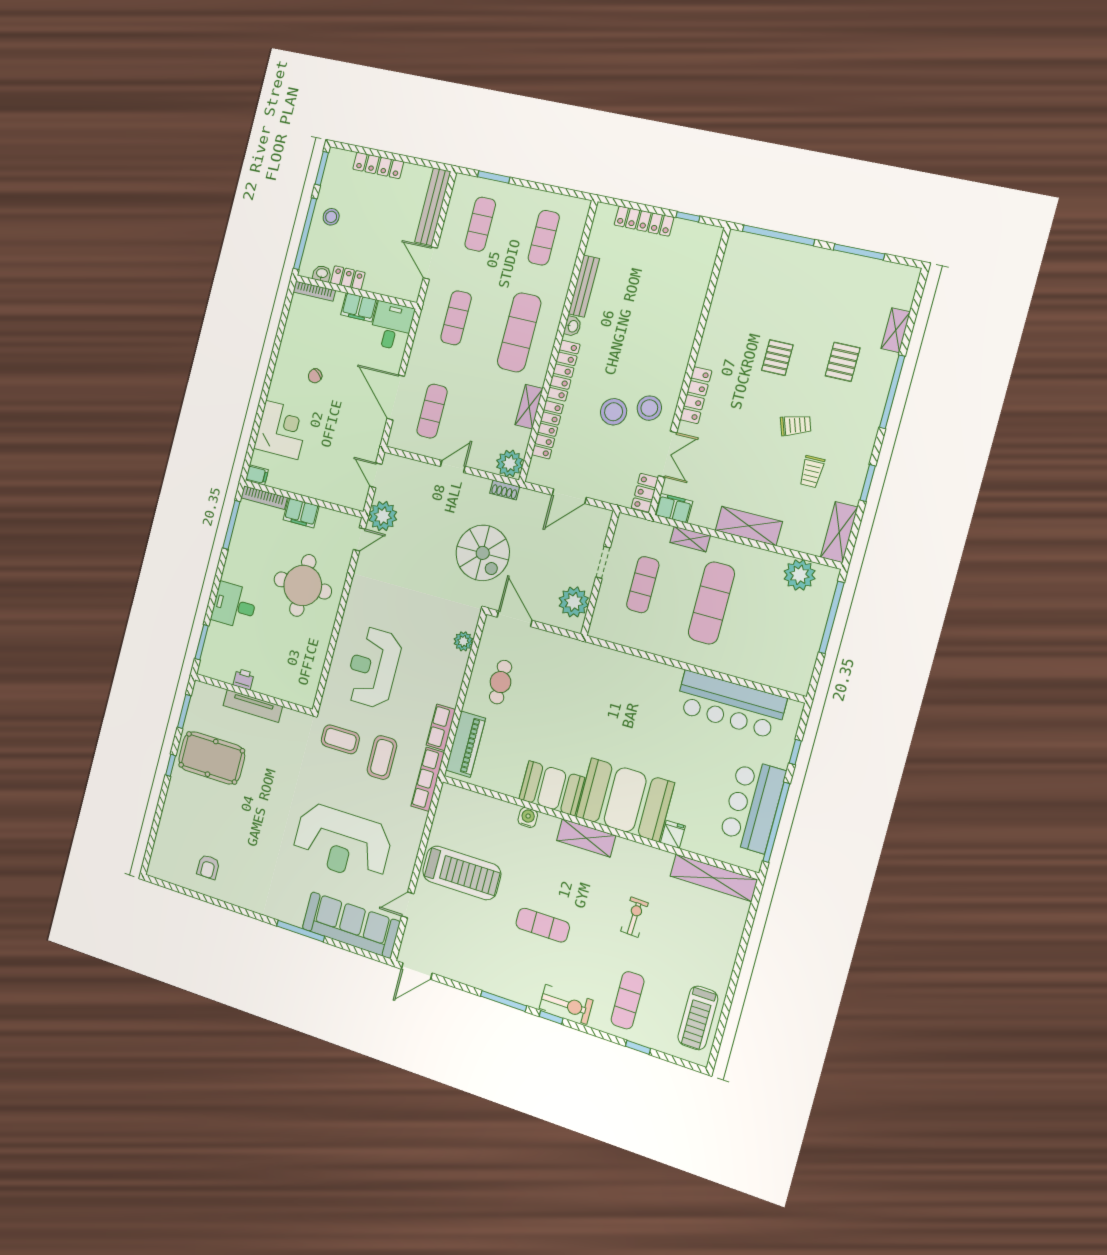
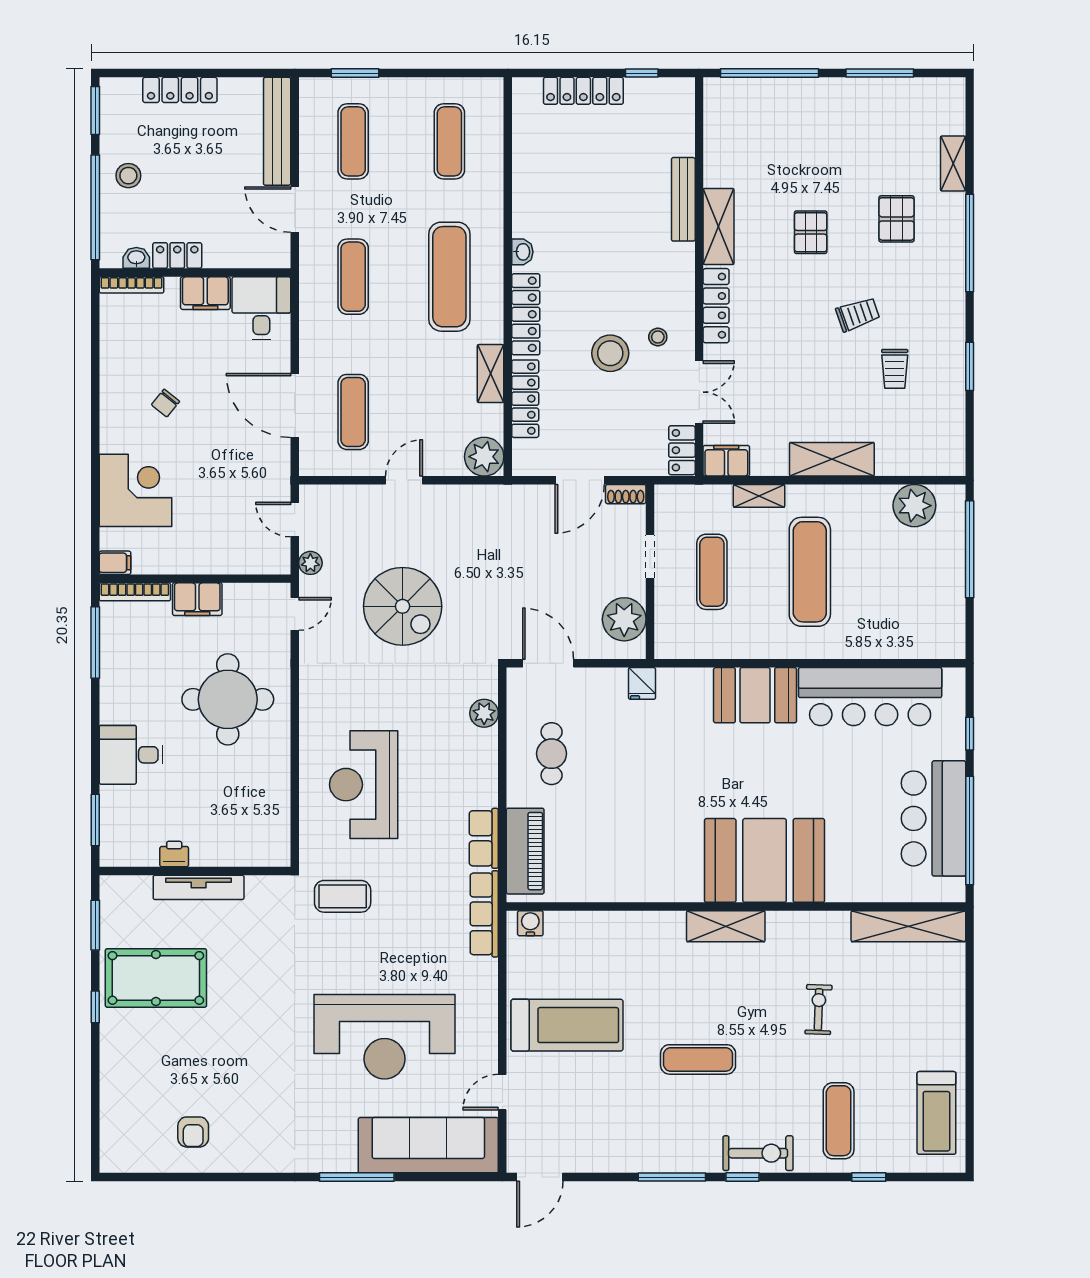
bench: (584, 286) -> (683, 199), moved
stool: (649, 408) -> (658, 337), width x0.53, depth x0.53
shoe rack: (505, 490) -> (626, 494), moved
plant: (383, 516) -> (310, 563), width x0.53, depth x0.53
shelving: (839, 532) -> (718, 226), moved
spiral stairs: (483, 553) -> (403, 606), moved
coffee table: (382, 758) -> (410, 904), removed
booth: (552, 788) -> (755, 695), moved
water cooler: (528, 817) -> (530, 923), moved
fridge: (673, 834) -> (642, 683), moved, turned 180

